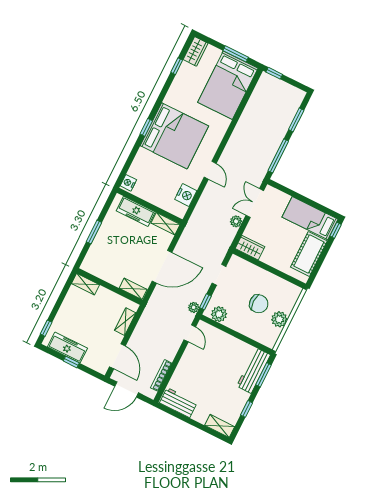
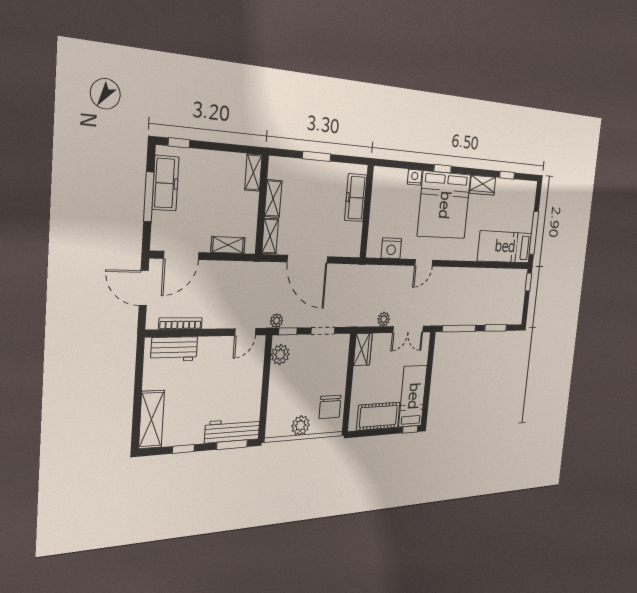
wardrobe: (196, 51) -> (483, 185), moved
window: (236, 54) -> (534, 233), width x1.44
bed: (228, 85) -> (505, 247), width x0.67
nightstand: (128, 183) -> (415, 177), moved
double door: (255, 203) -> (408, 329), swing flipped
shelving: (166, 224) -> (273, 199), moved
chair: (259, 304) -> (330, 407), moved
window: (71, 362) -> (149, 197), width x2.17
workbench: (178, 403) -> (174, 349), moved, turned 90
shelving: (220, 426) -> (152, 419), width x1.50, depth x1.33

